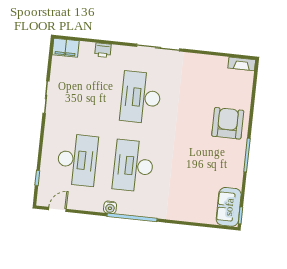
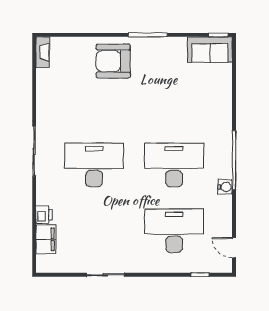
filing cabinet: (66, 48) -> (46, 239), moved
desk: (141, 97) -> (94, 165), turned 180
desk: (133, 166) -> (174, 165), turned 180

